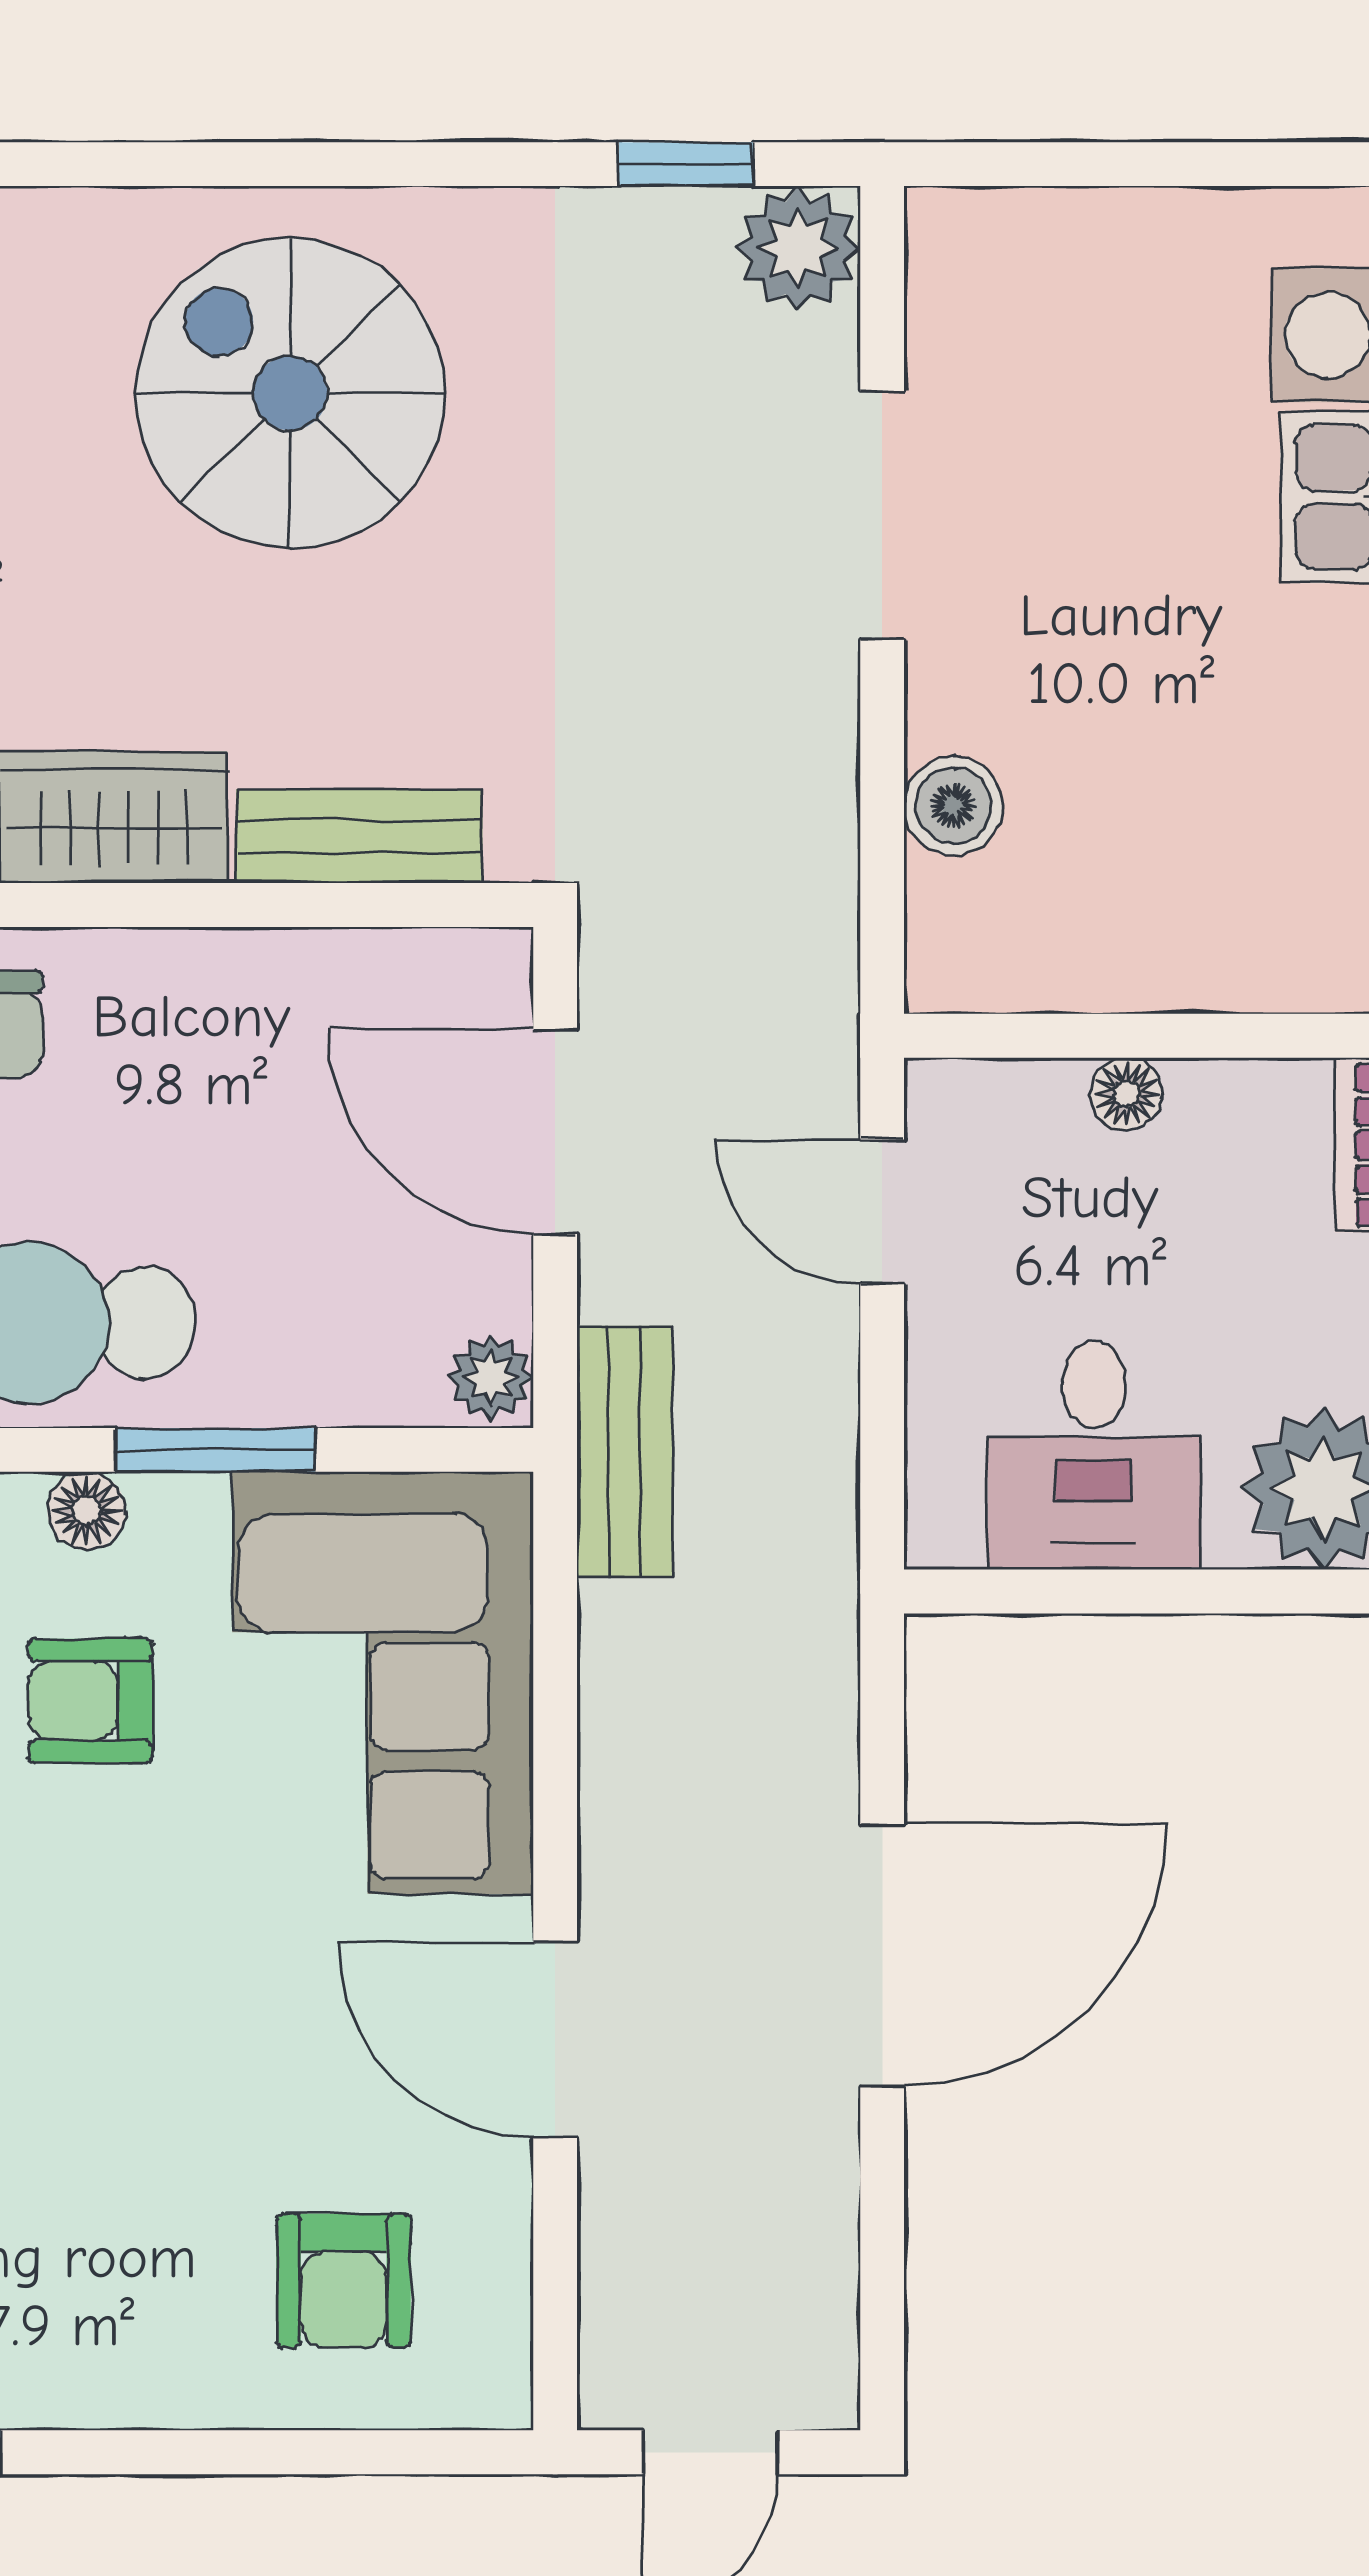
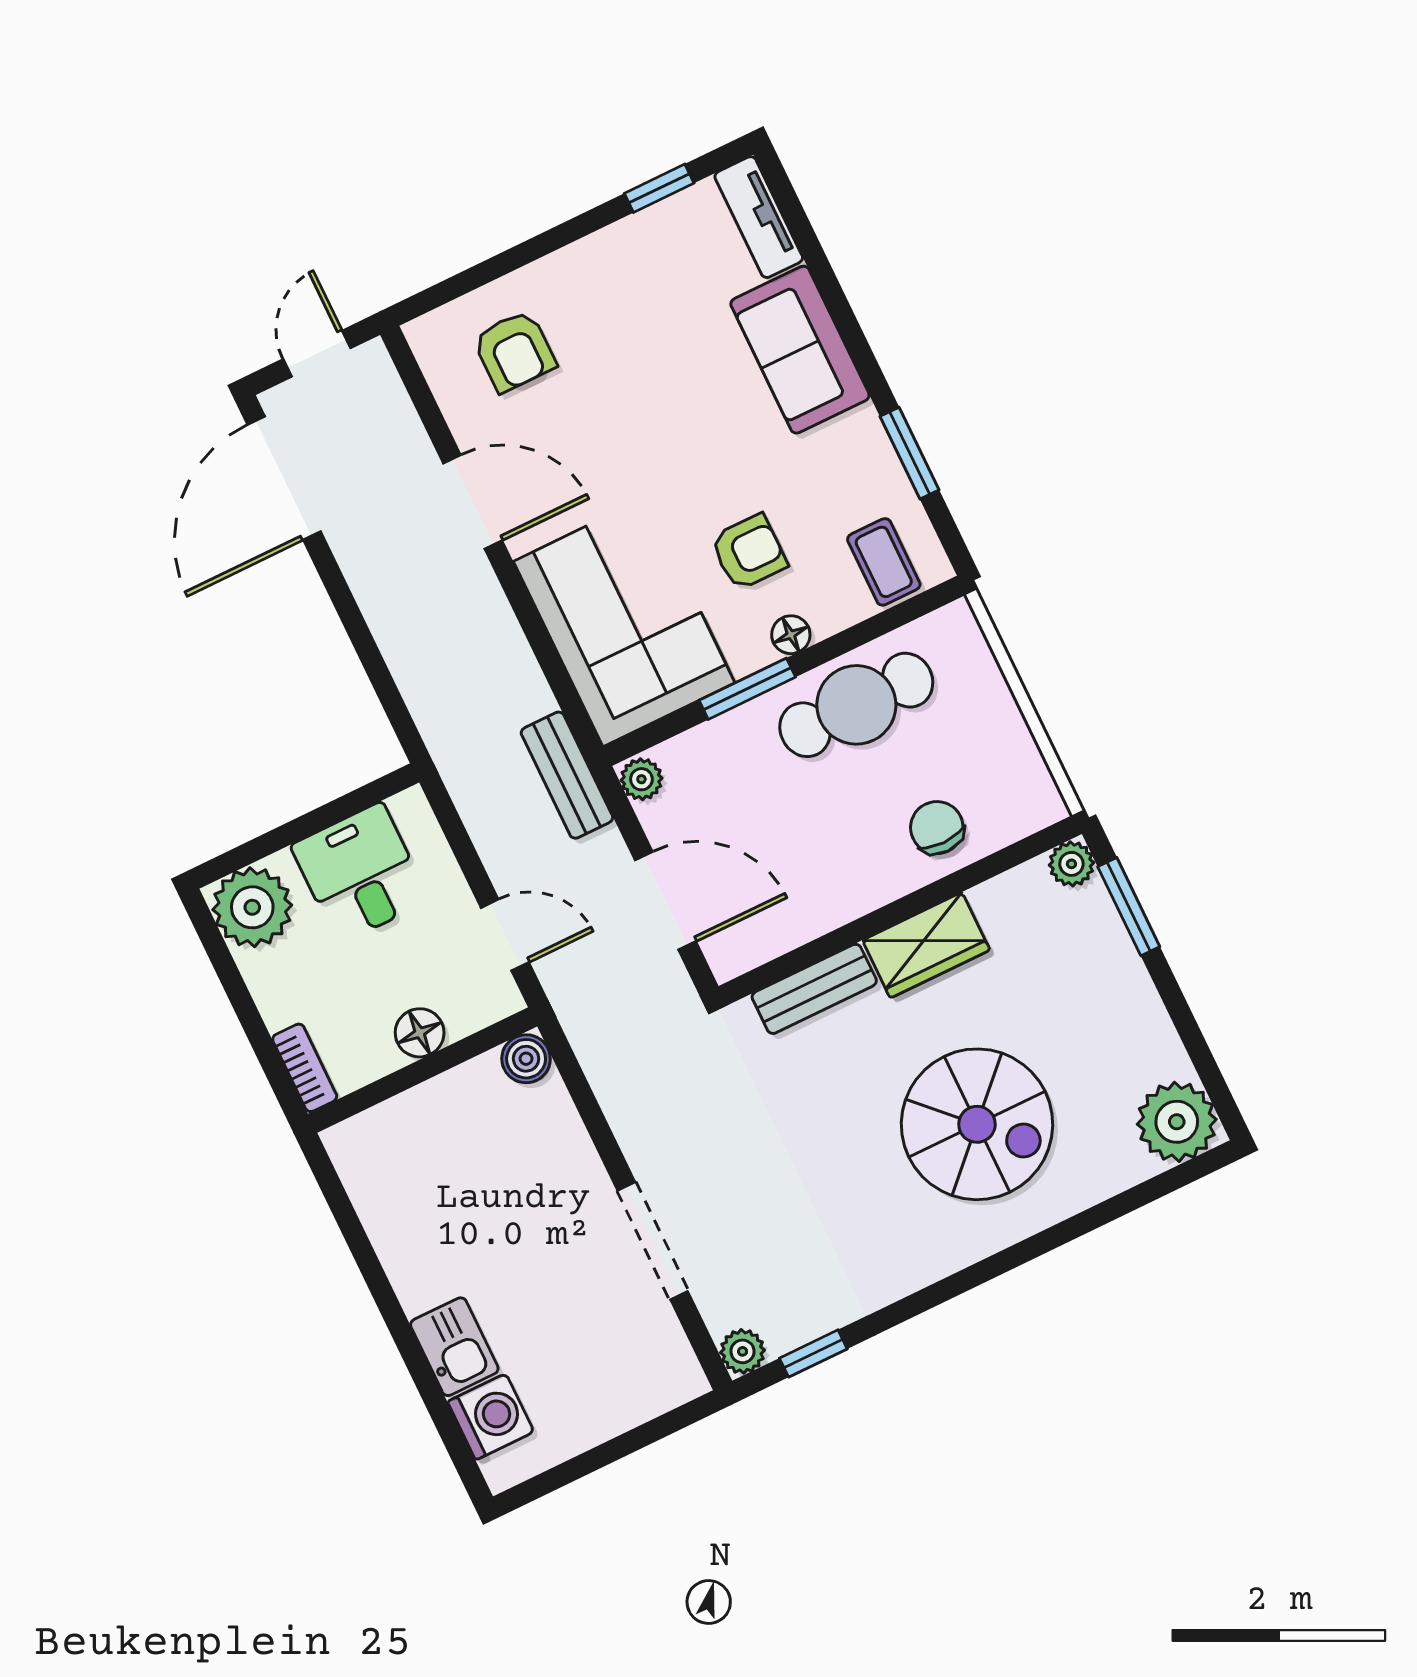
plant: (798, 248) -> (743, 1351), width x0.73, depth x0.73
spiral stairs: (290, 393) -> (977, 1124), moved
boiler: (953, 806) -> (526, 1059), moved
floor lamp: (1127, 1094) -> (420, 1033), width x1.37, depth x1.37
door: (882, 1955) -> (284, 478), moved
armchair: (344, 2281) -> (514, 351), turned 180

